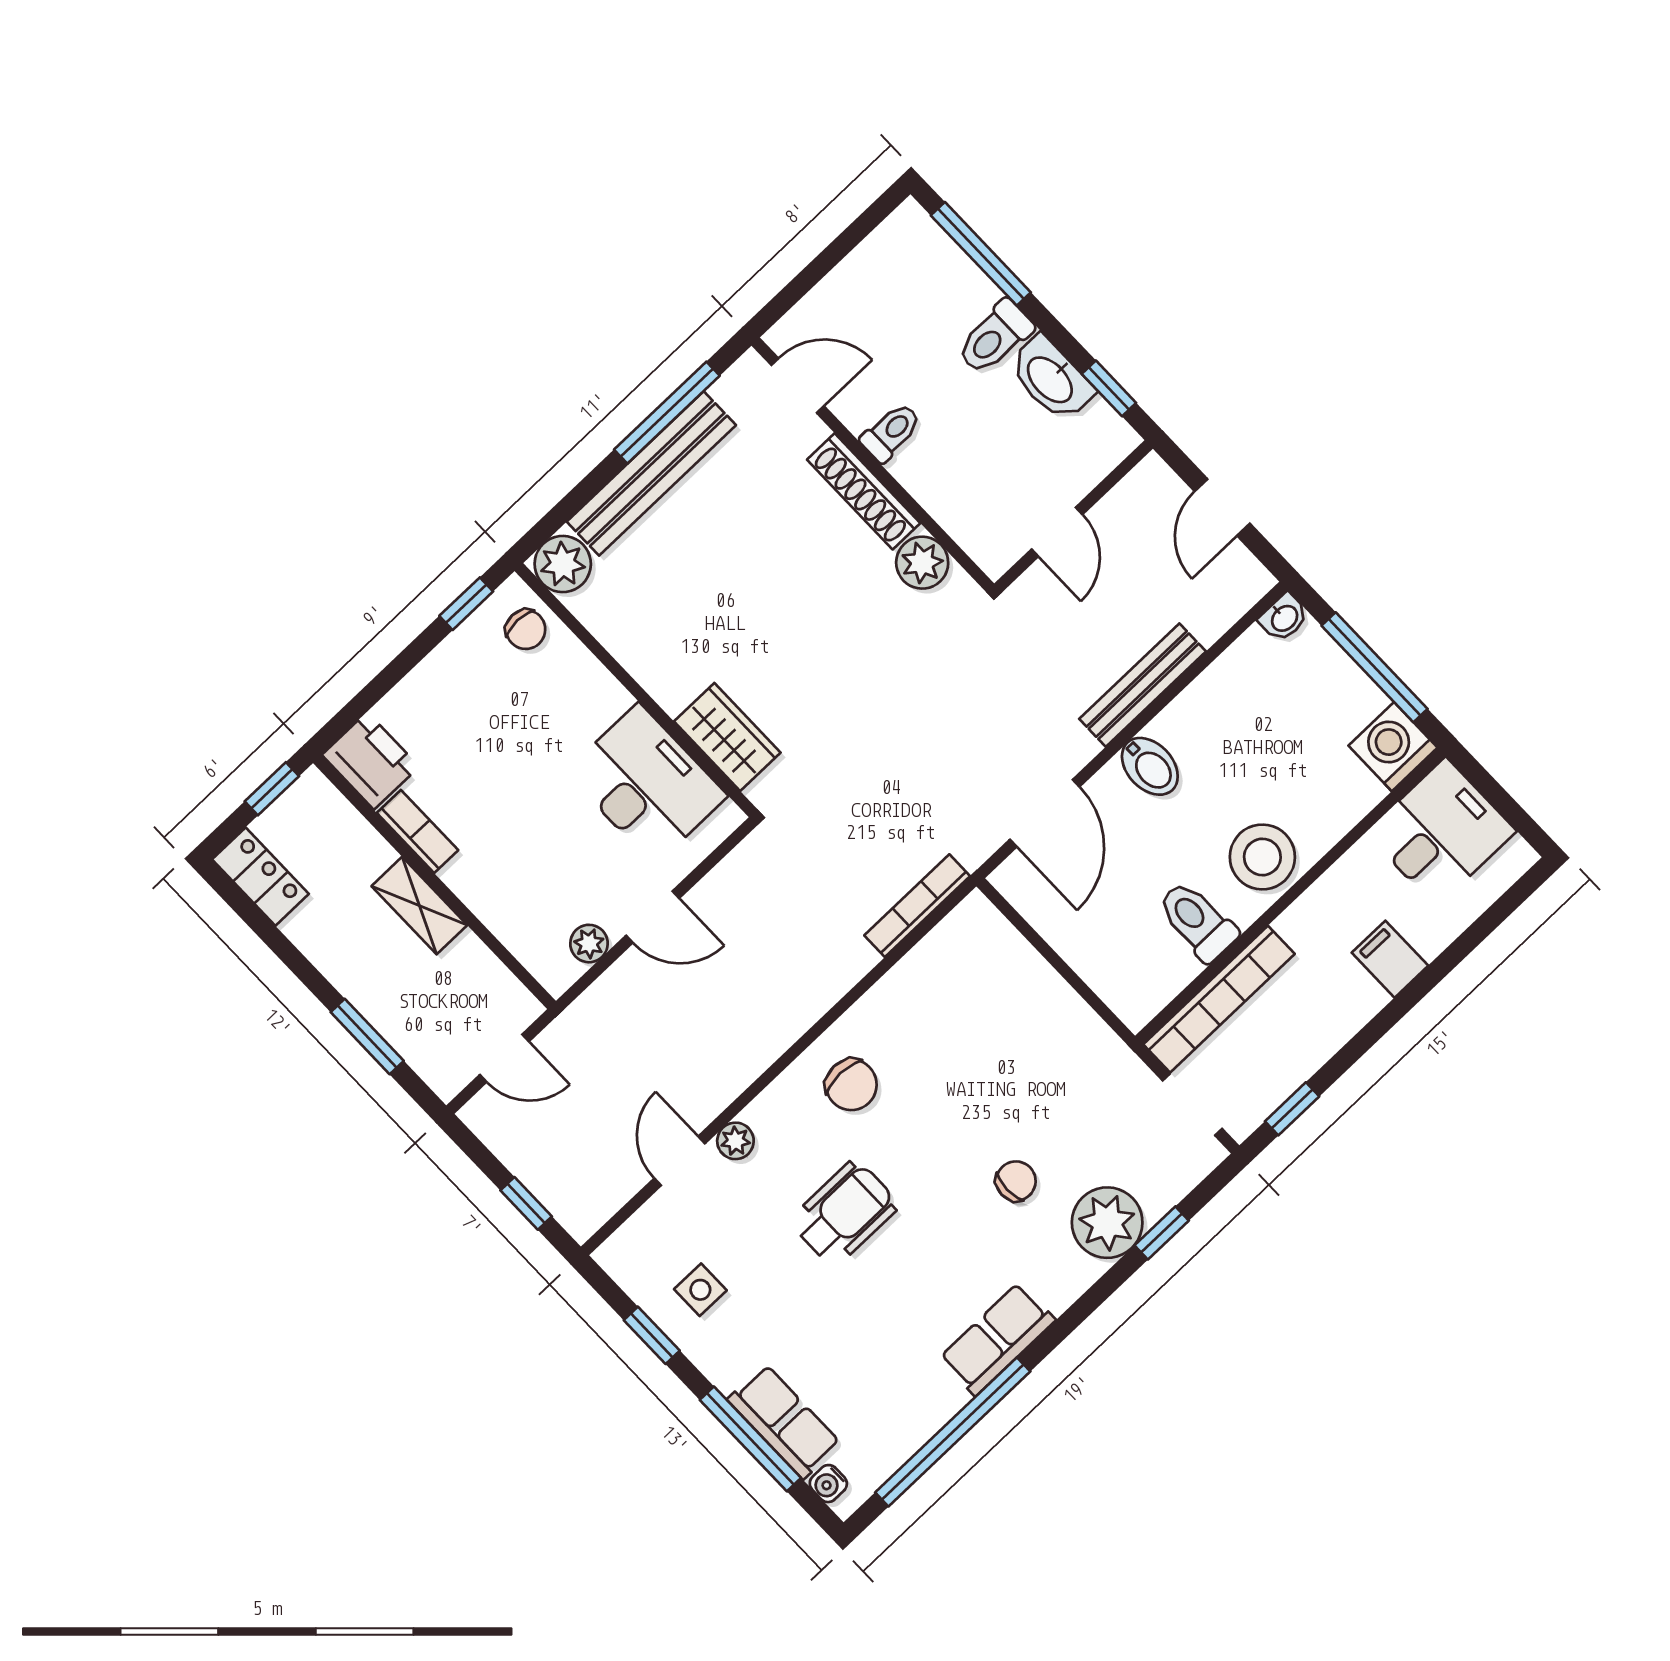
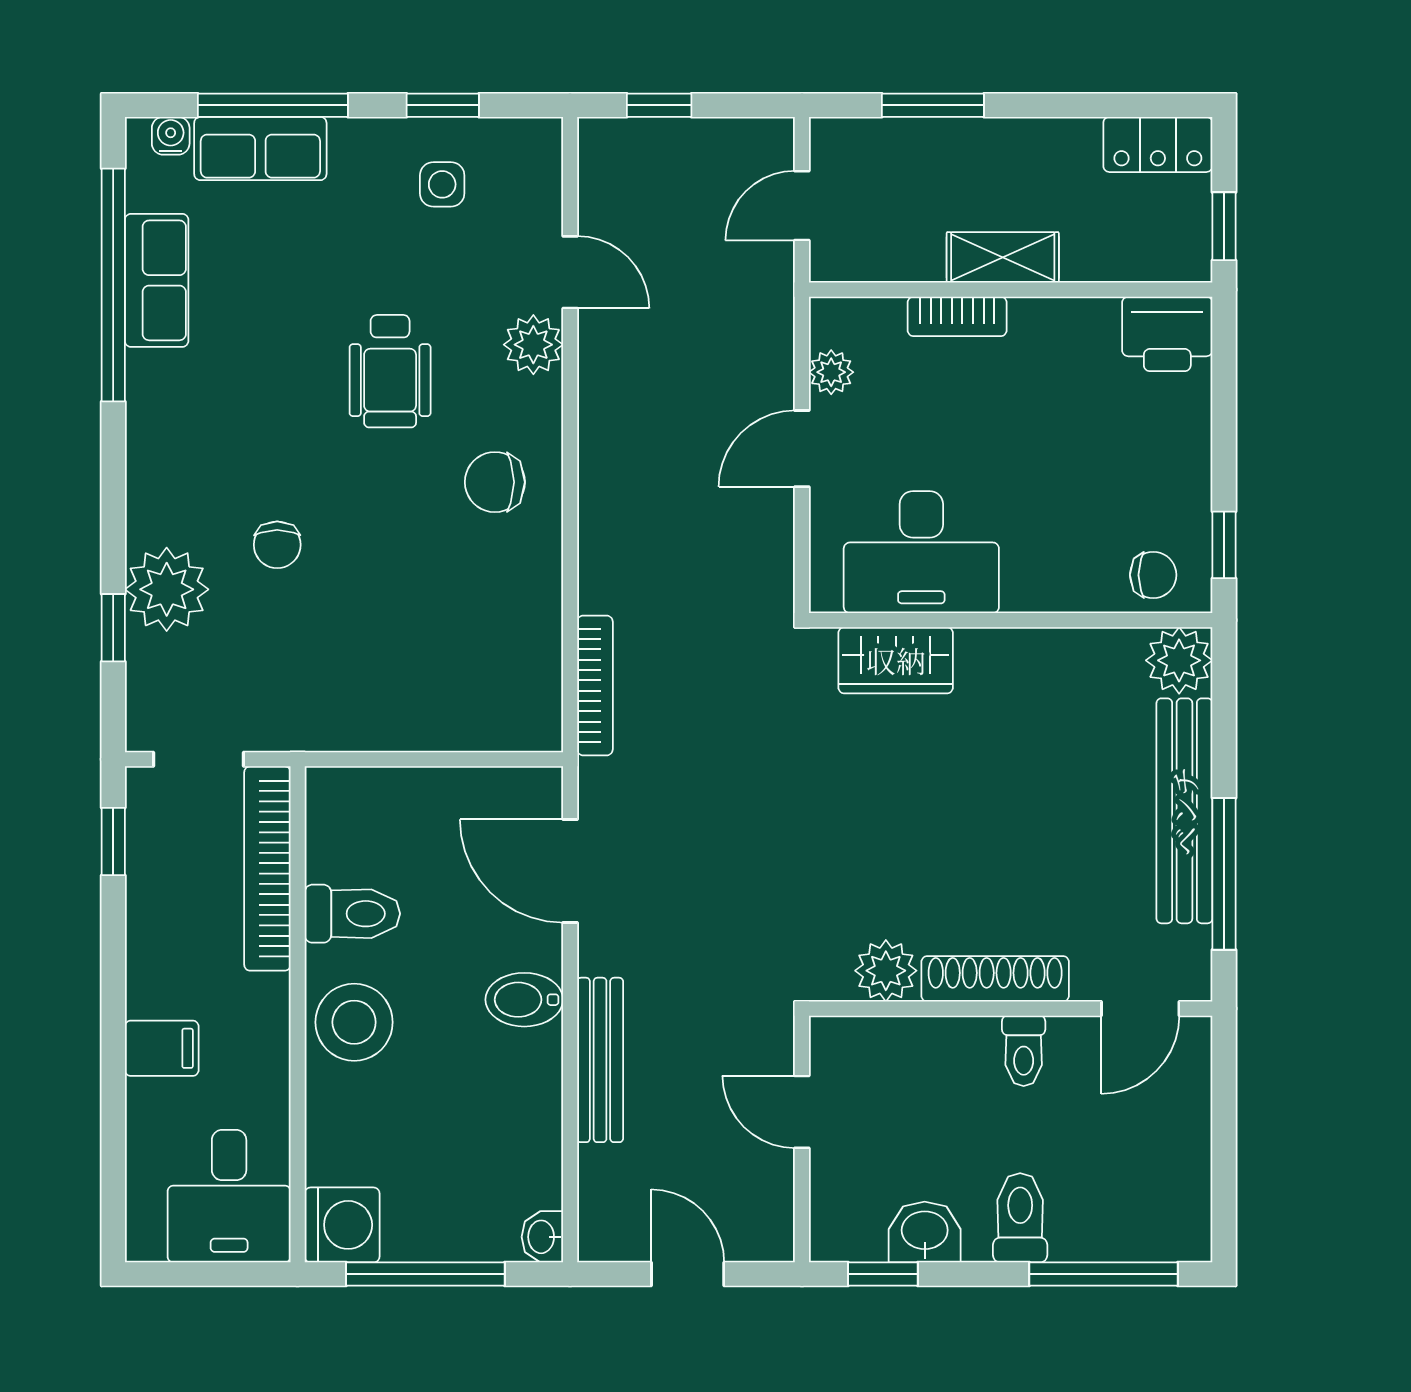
washbasin: (1051, 379) -> (925, 1232), width x0.72
chair: (526, 629) -> (1153, 575), turned 180
bookcase: (417, 832) -> (957, 316), moved
plant: (735, 1141) -> (533, 345), width x1.38, depth x1.38
row of seats: (997, 1339) -> (157, 280), moved

